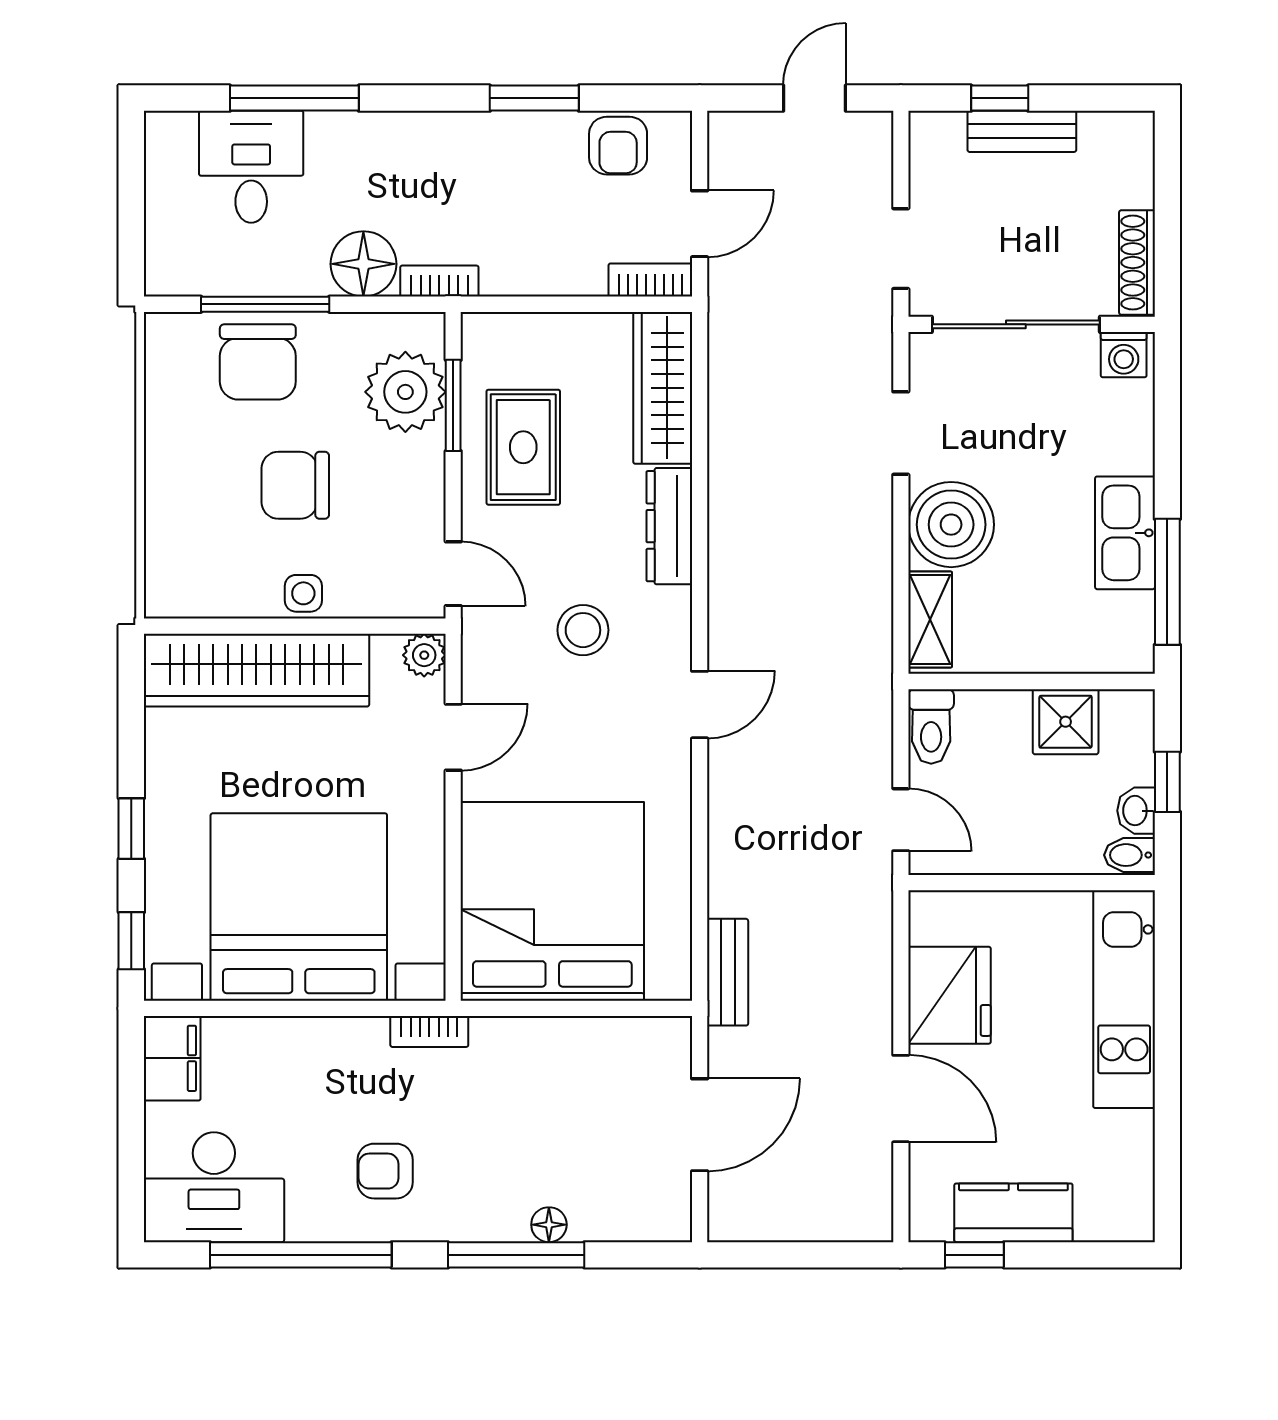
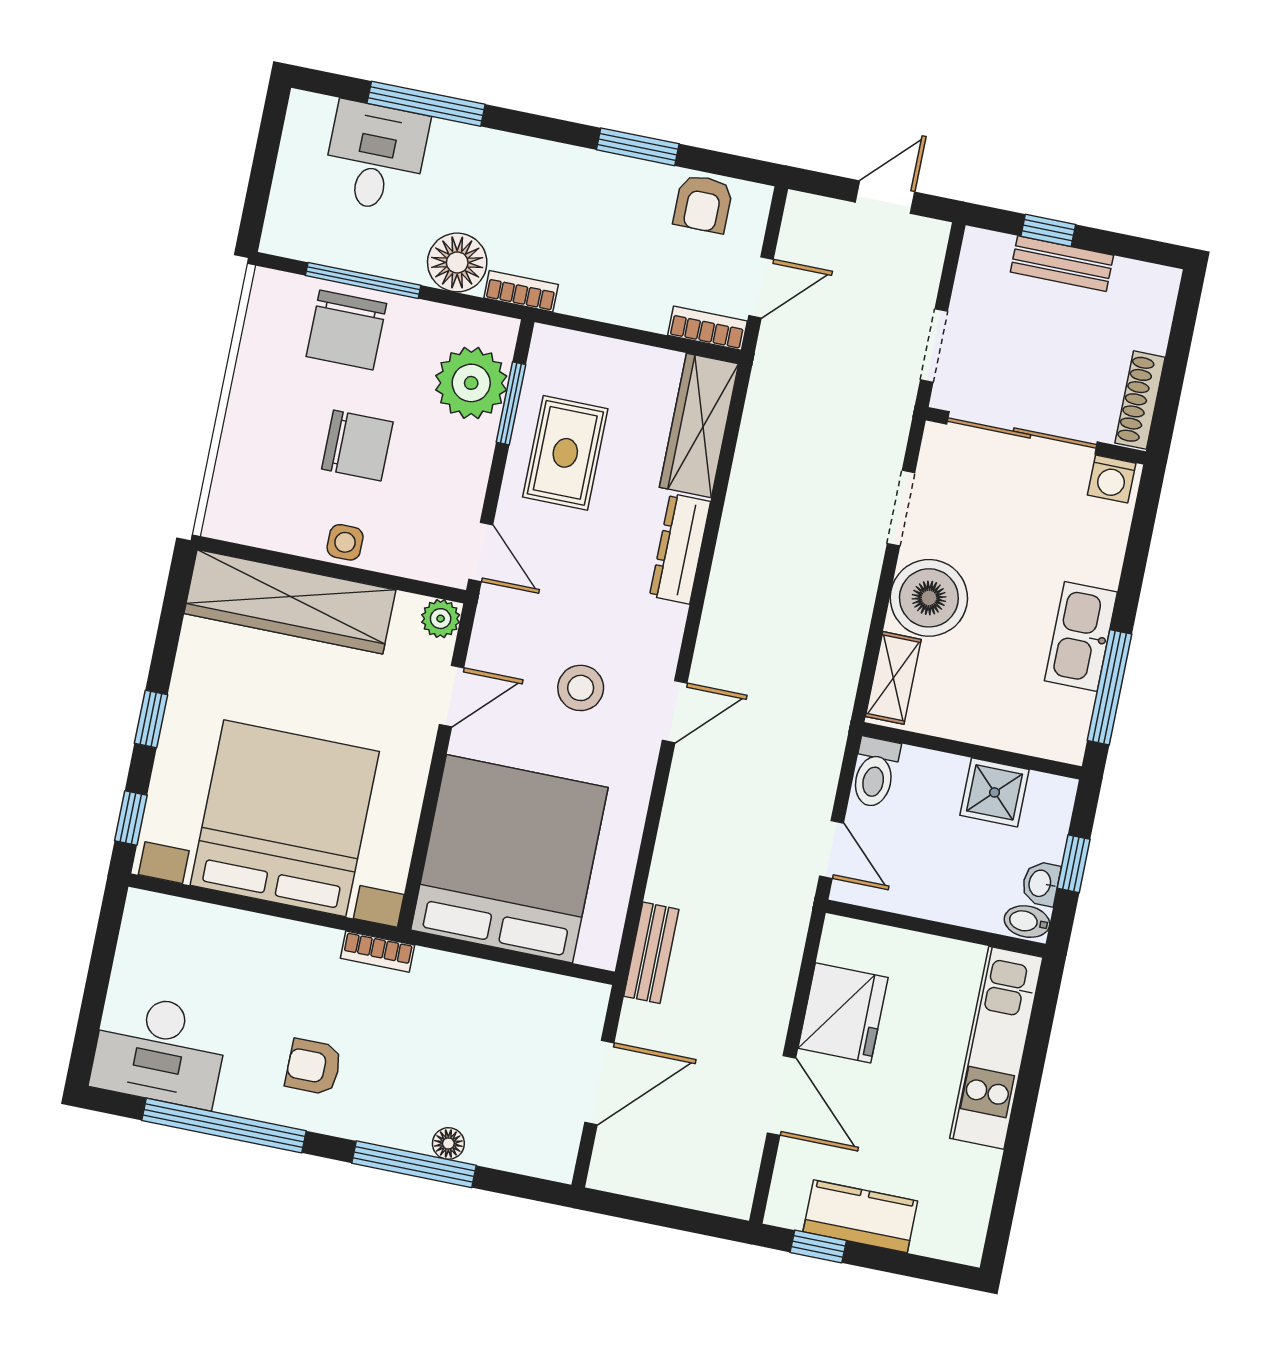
chair: (295, 485) -> (357, 446), turned 180
stool: (583, 630) -> (581, 688), moved
filing cabinet: (172, 1058) -> (146, 929), removed

